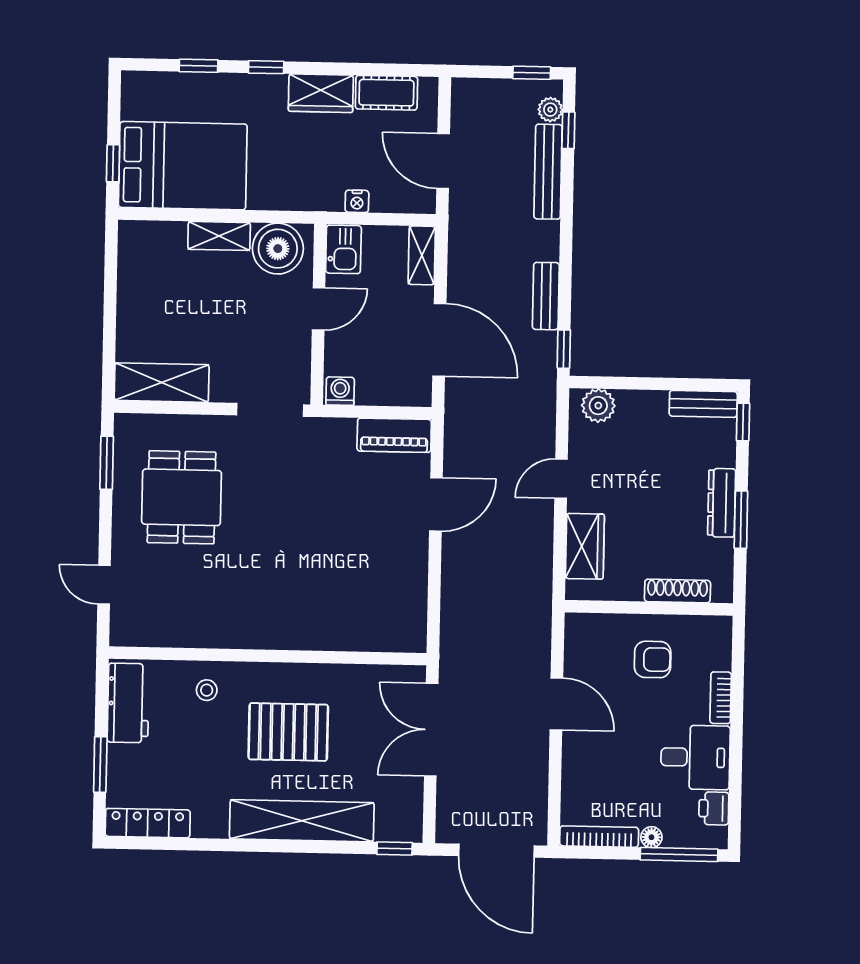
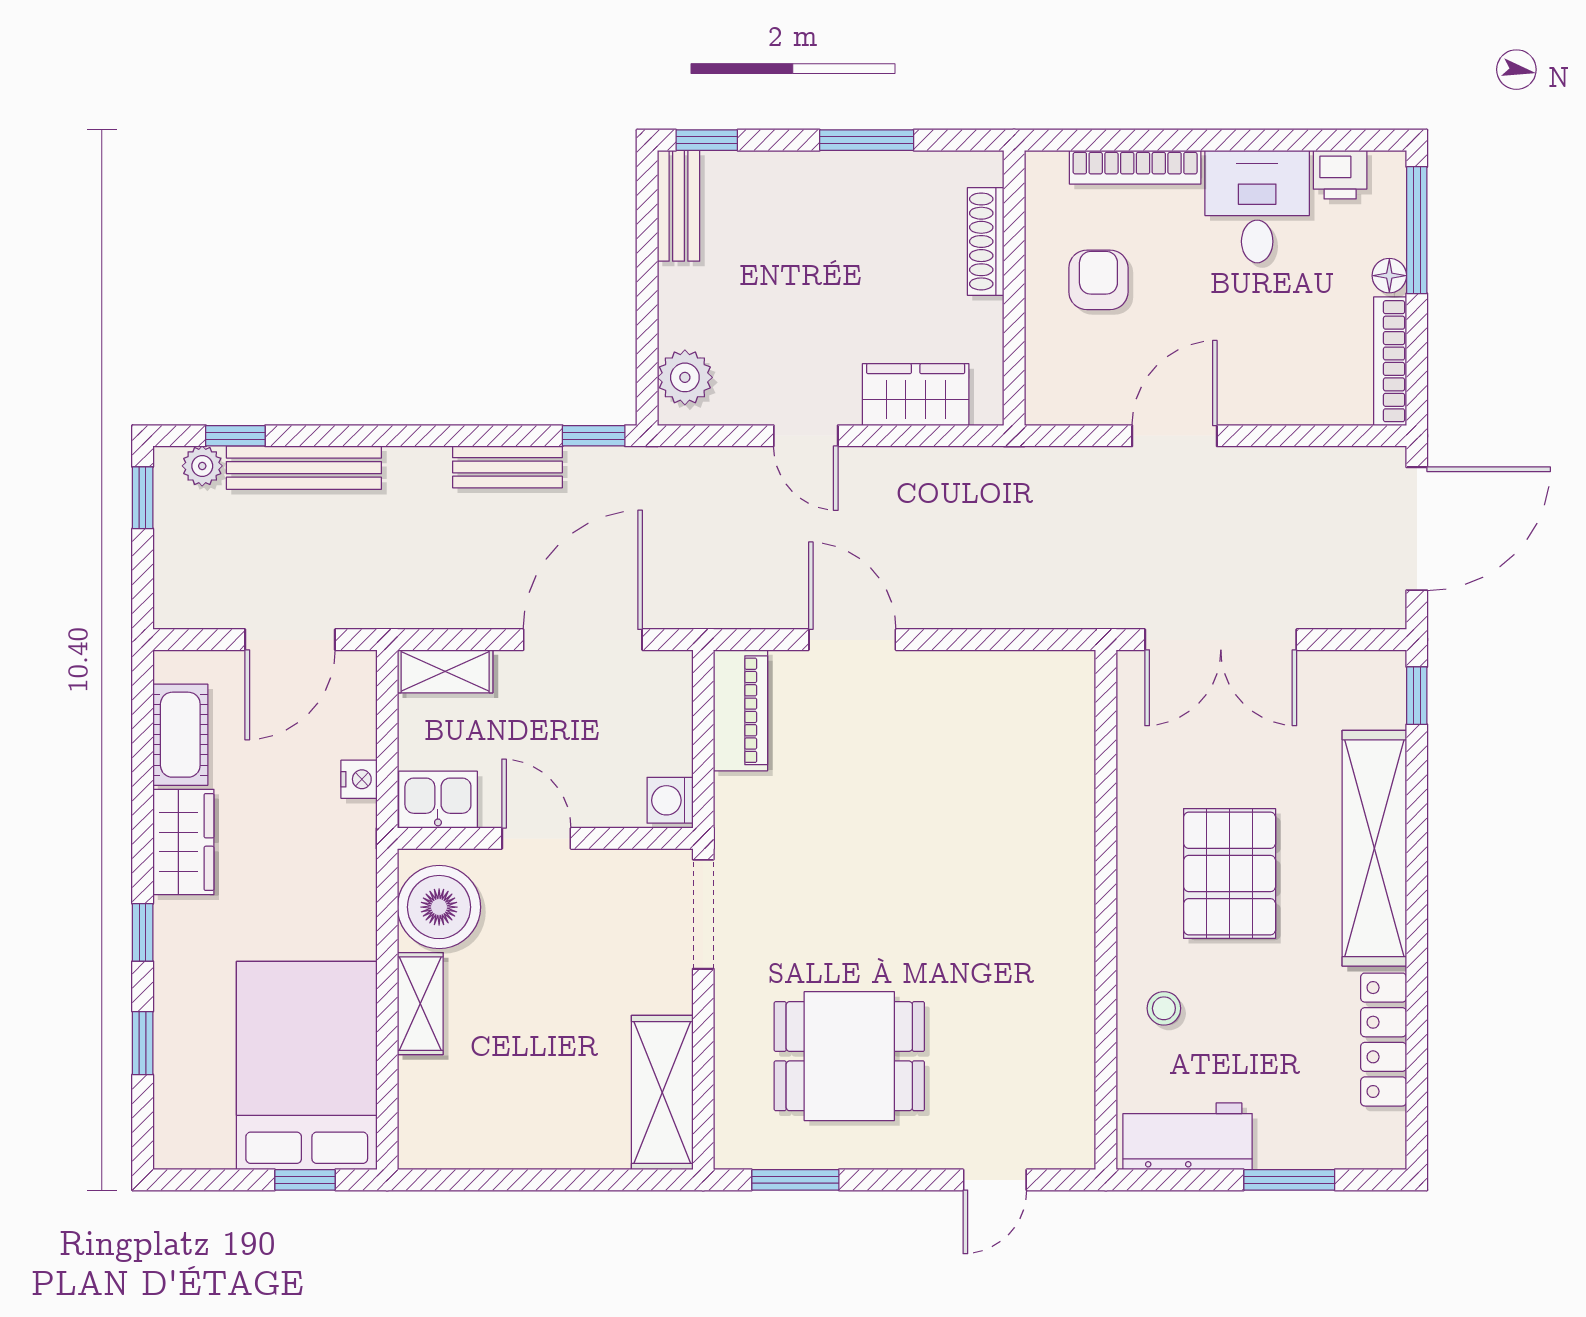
dresser: (722, 503) -> (840, 172), removed
bookcase: (721, 698) -> (1135, 167), width x1.56
locker: (148, 823) -> (1384, 1040), moved

